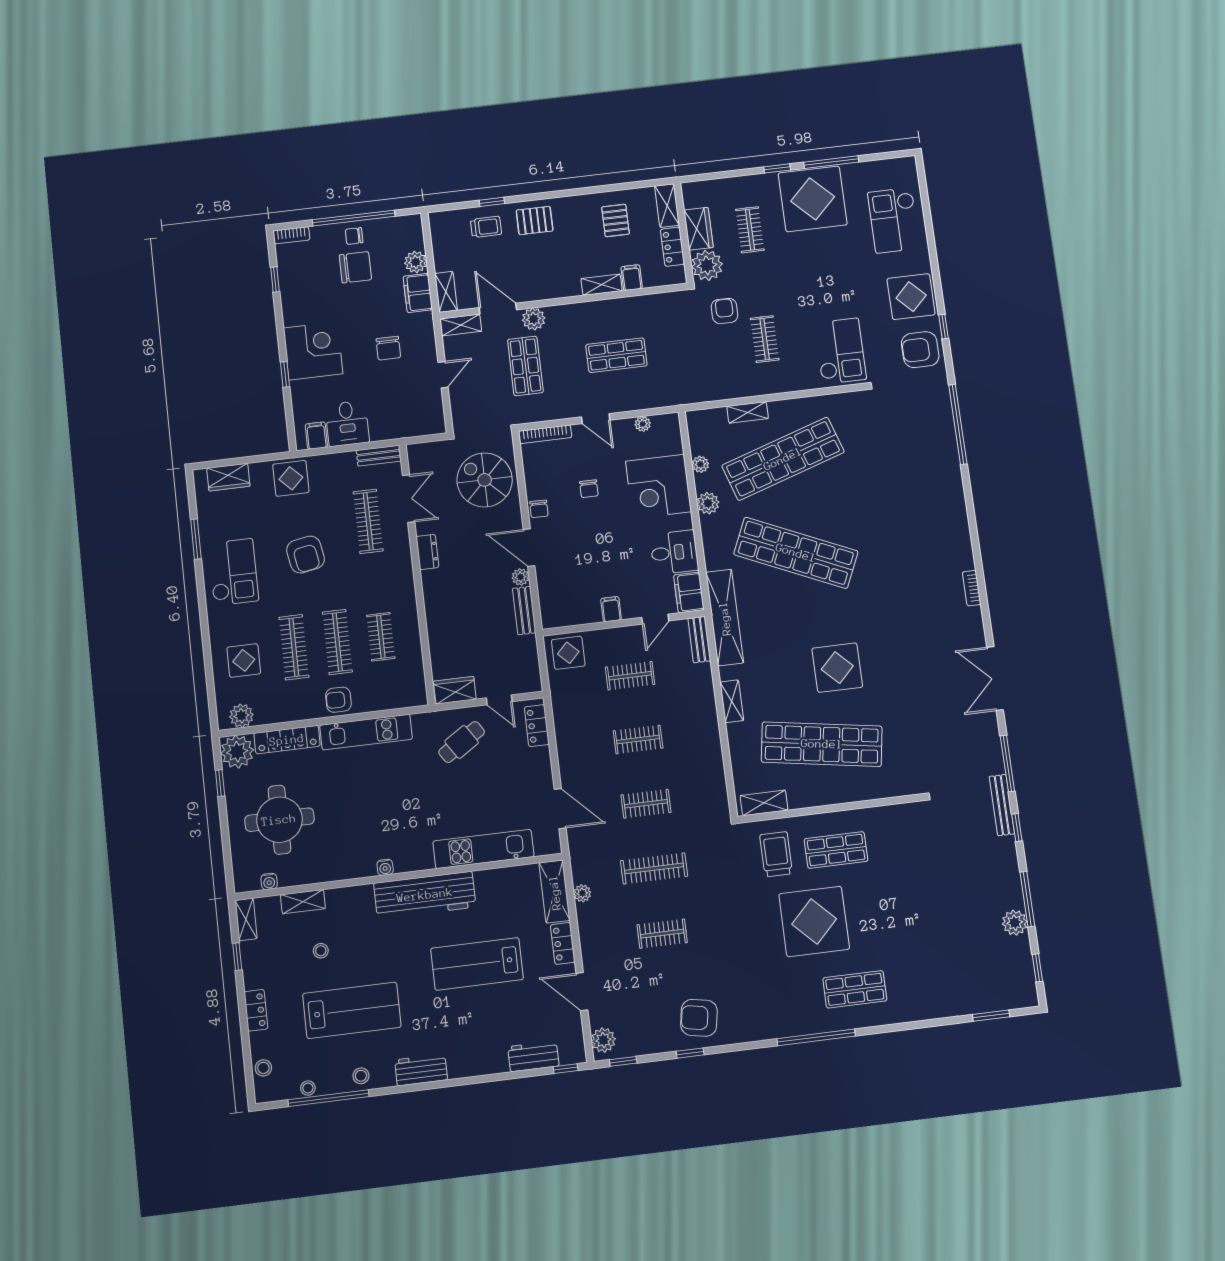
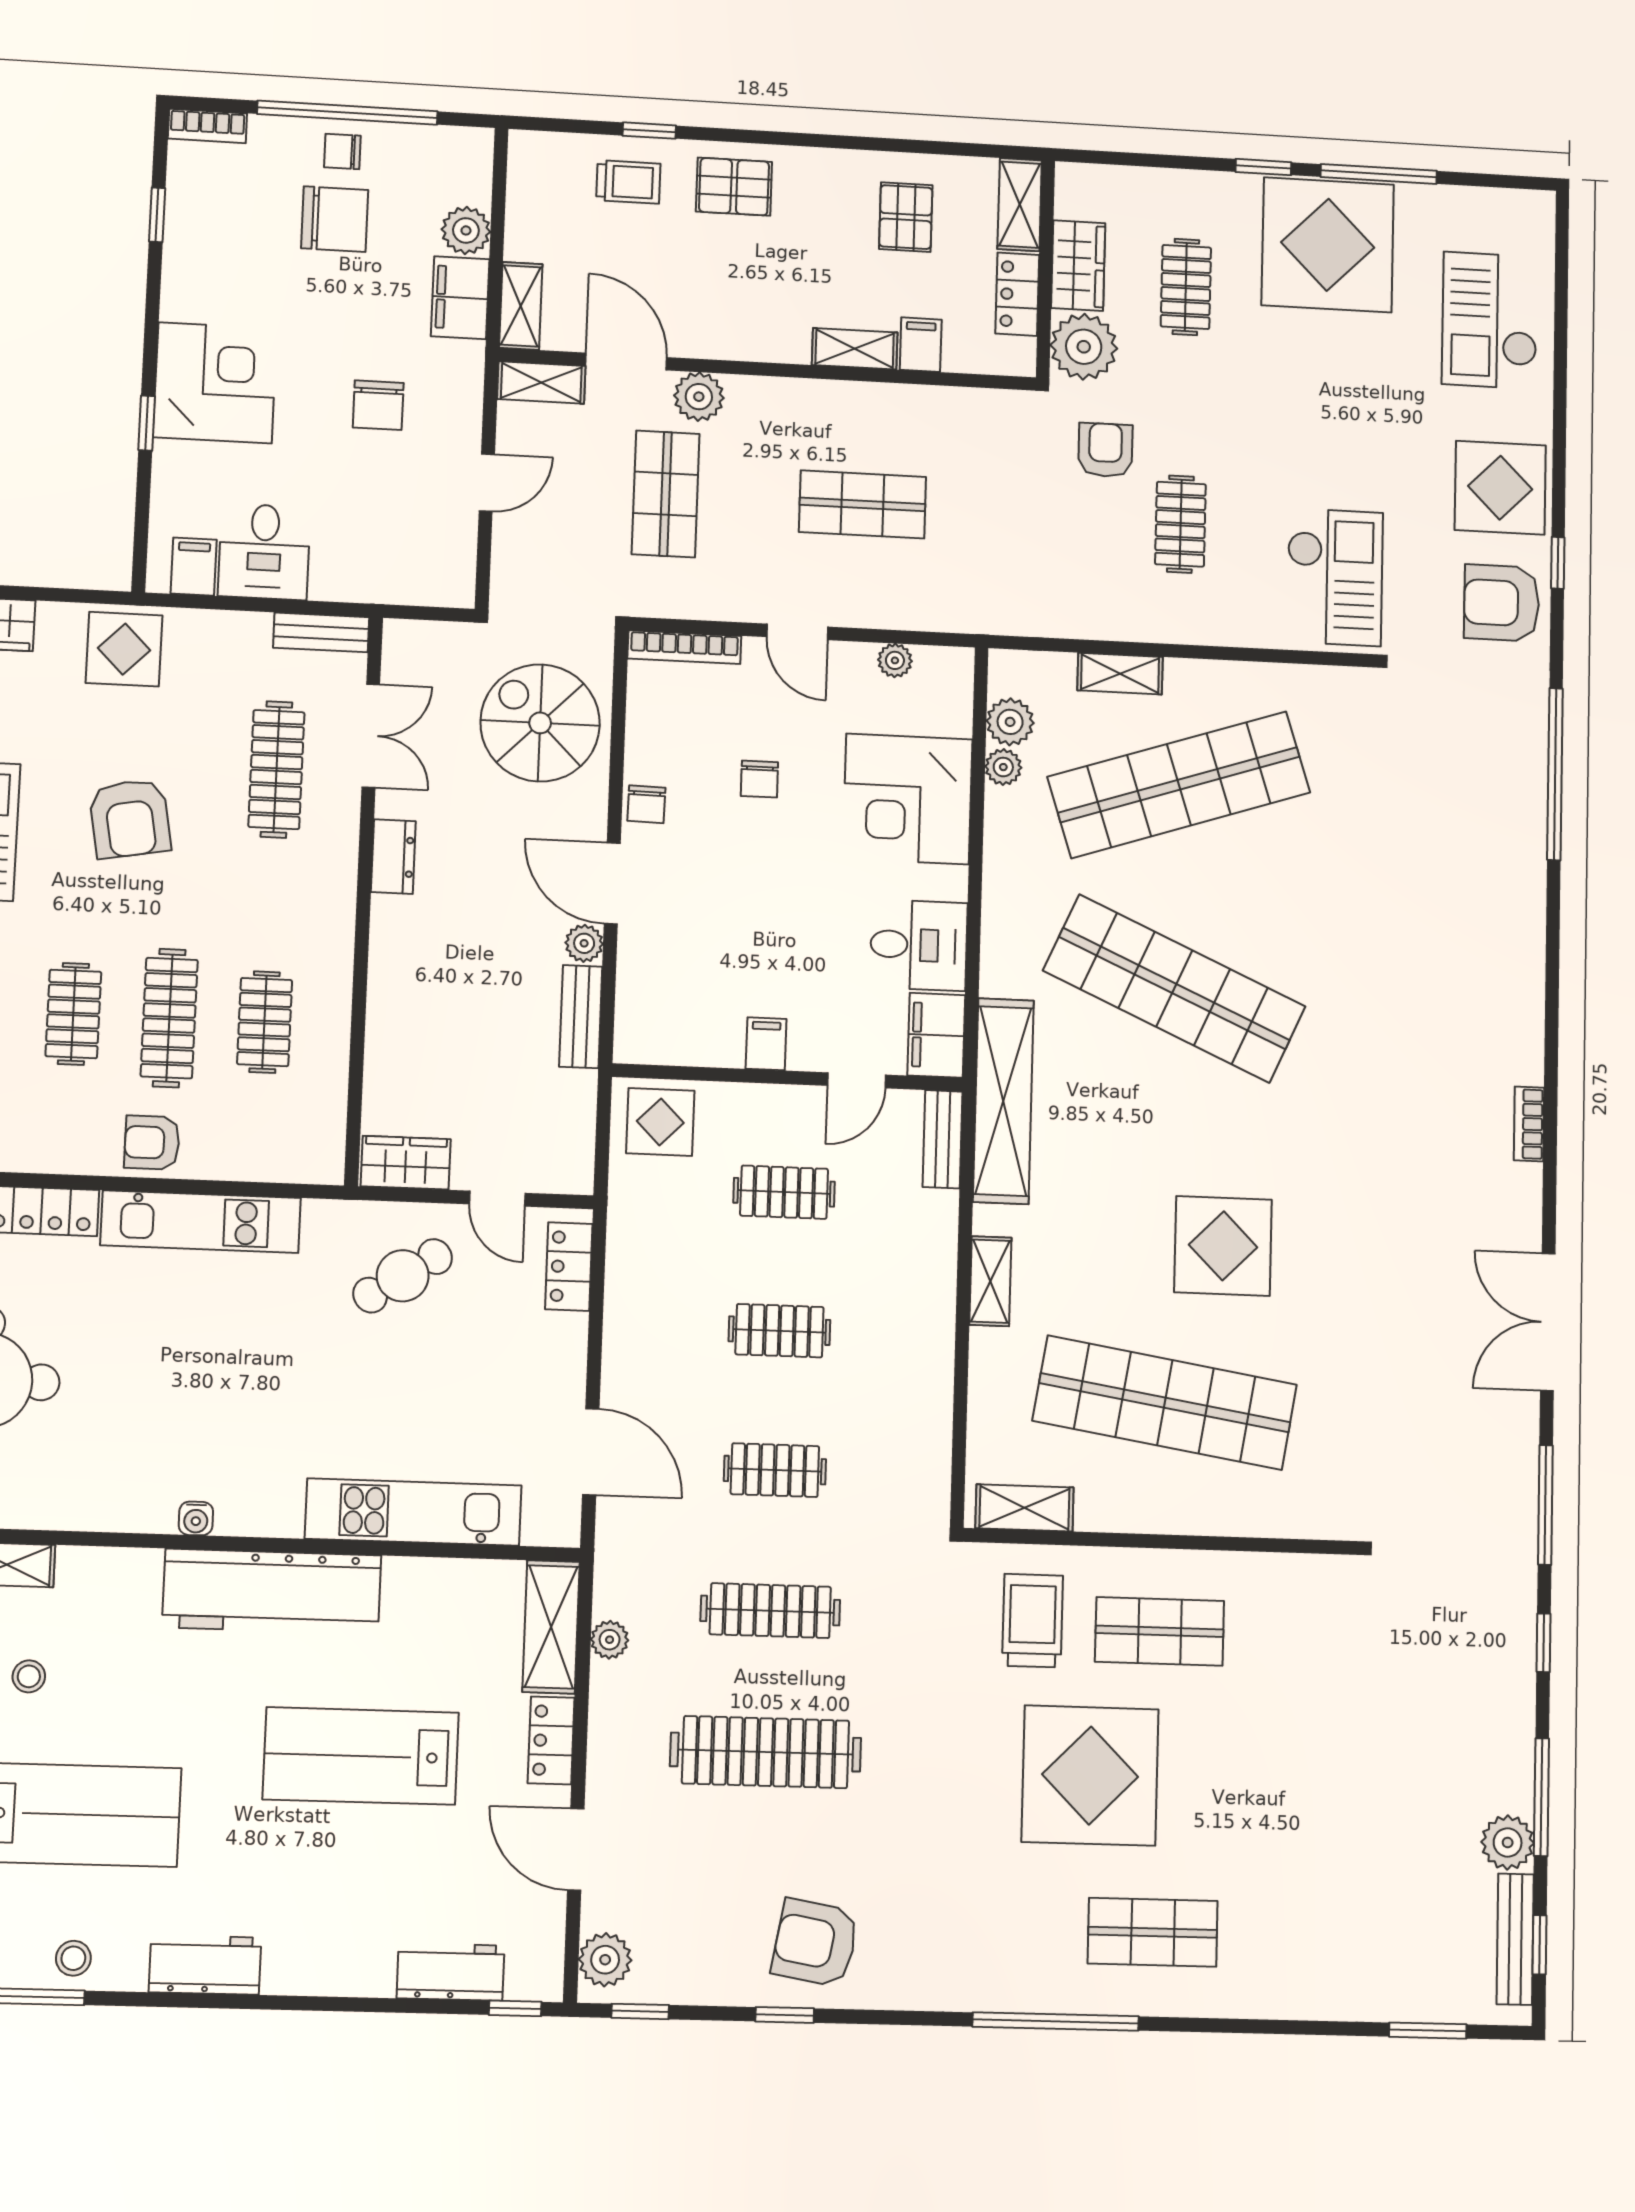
plant: (708, 503) -> (1010, 722), moved
clothes rail: (294, 647) -> (73, 1014), width x0.73
bench: (1002, 805) -> (1515, 1939), moved
clothes rail: (662, 934) -> (766, 1752), width x1.86, depth x1.31

